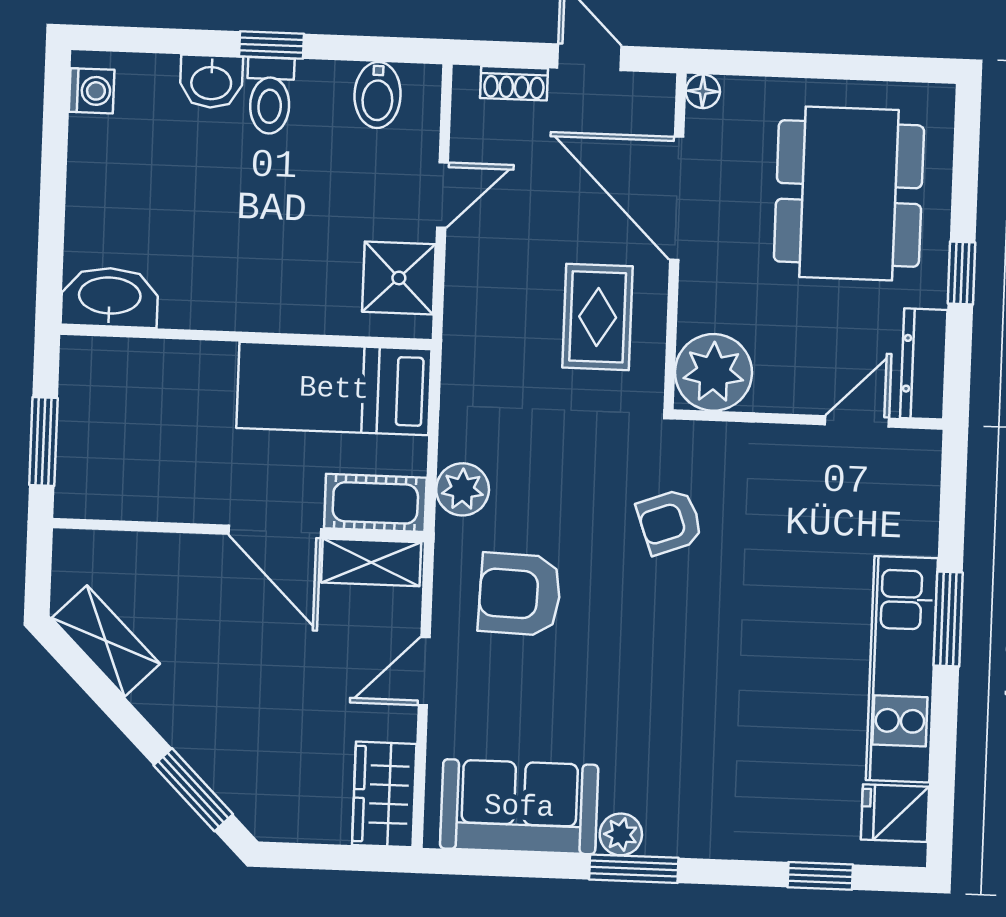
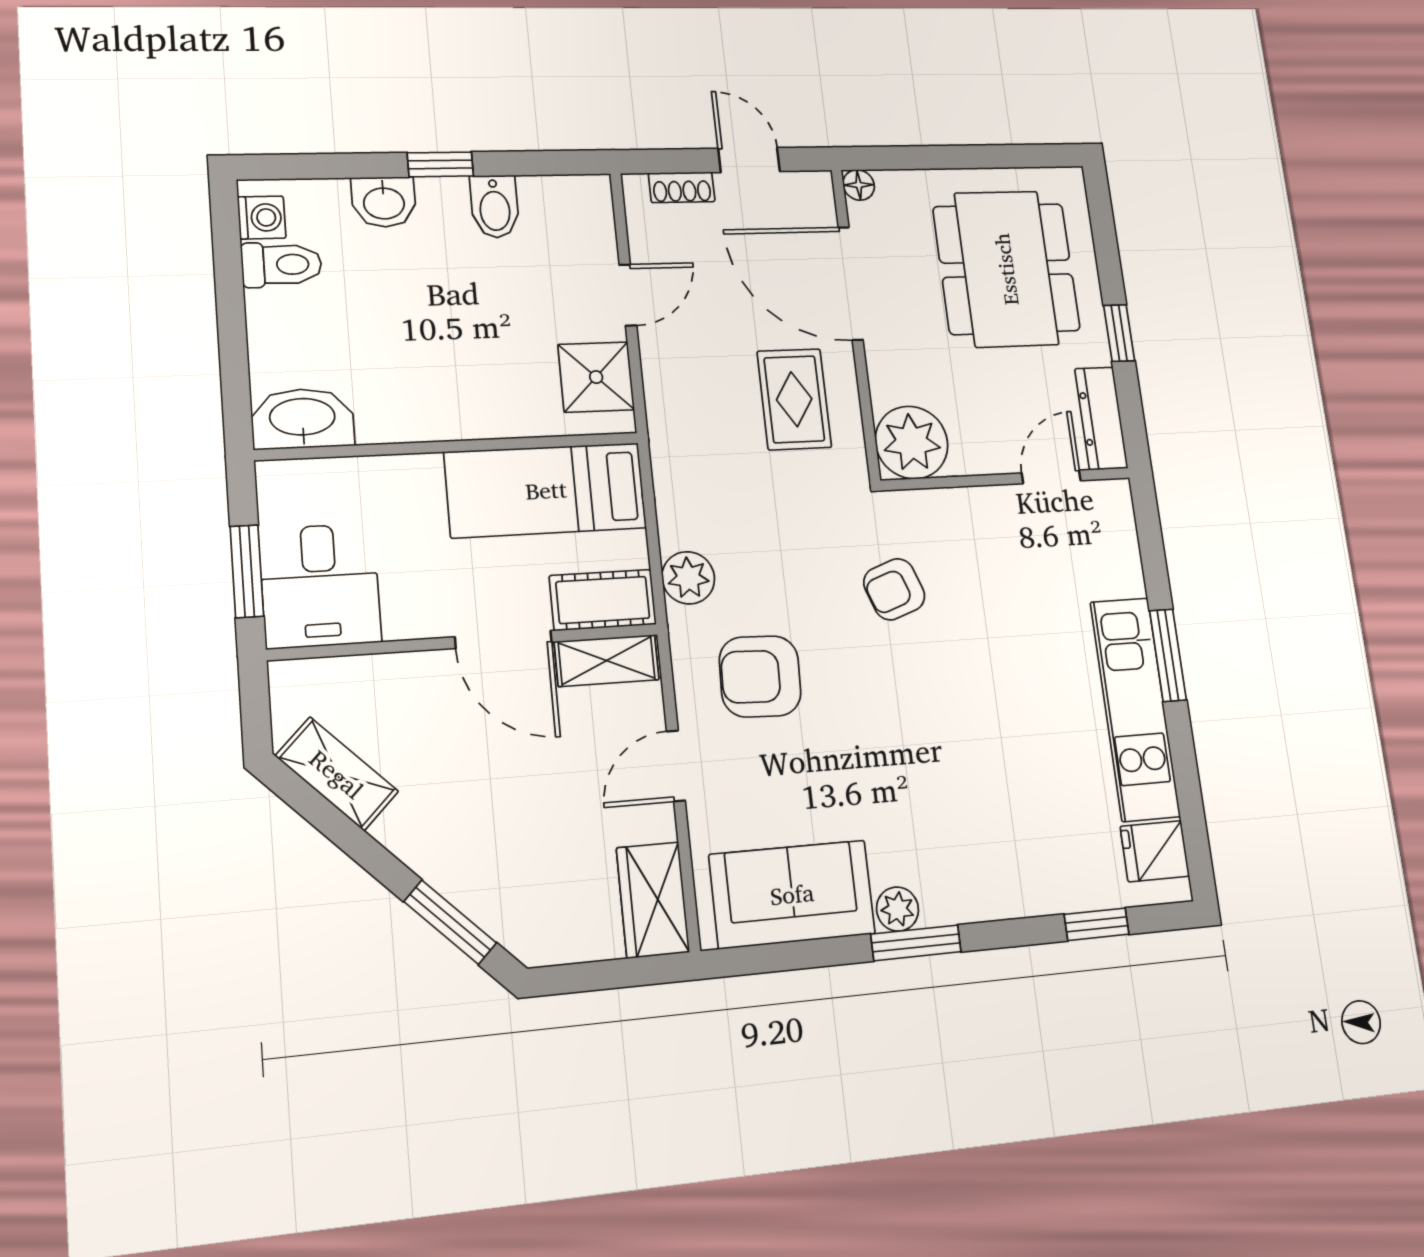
bidet: (378, 95) -> (495, 207), moved
toilet: (270, 96) -> (282, 265), moved, turned -90
desk: (109, 462) -> (320, 586), added

